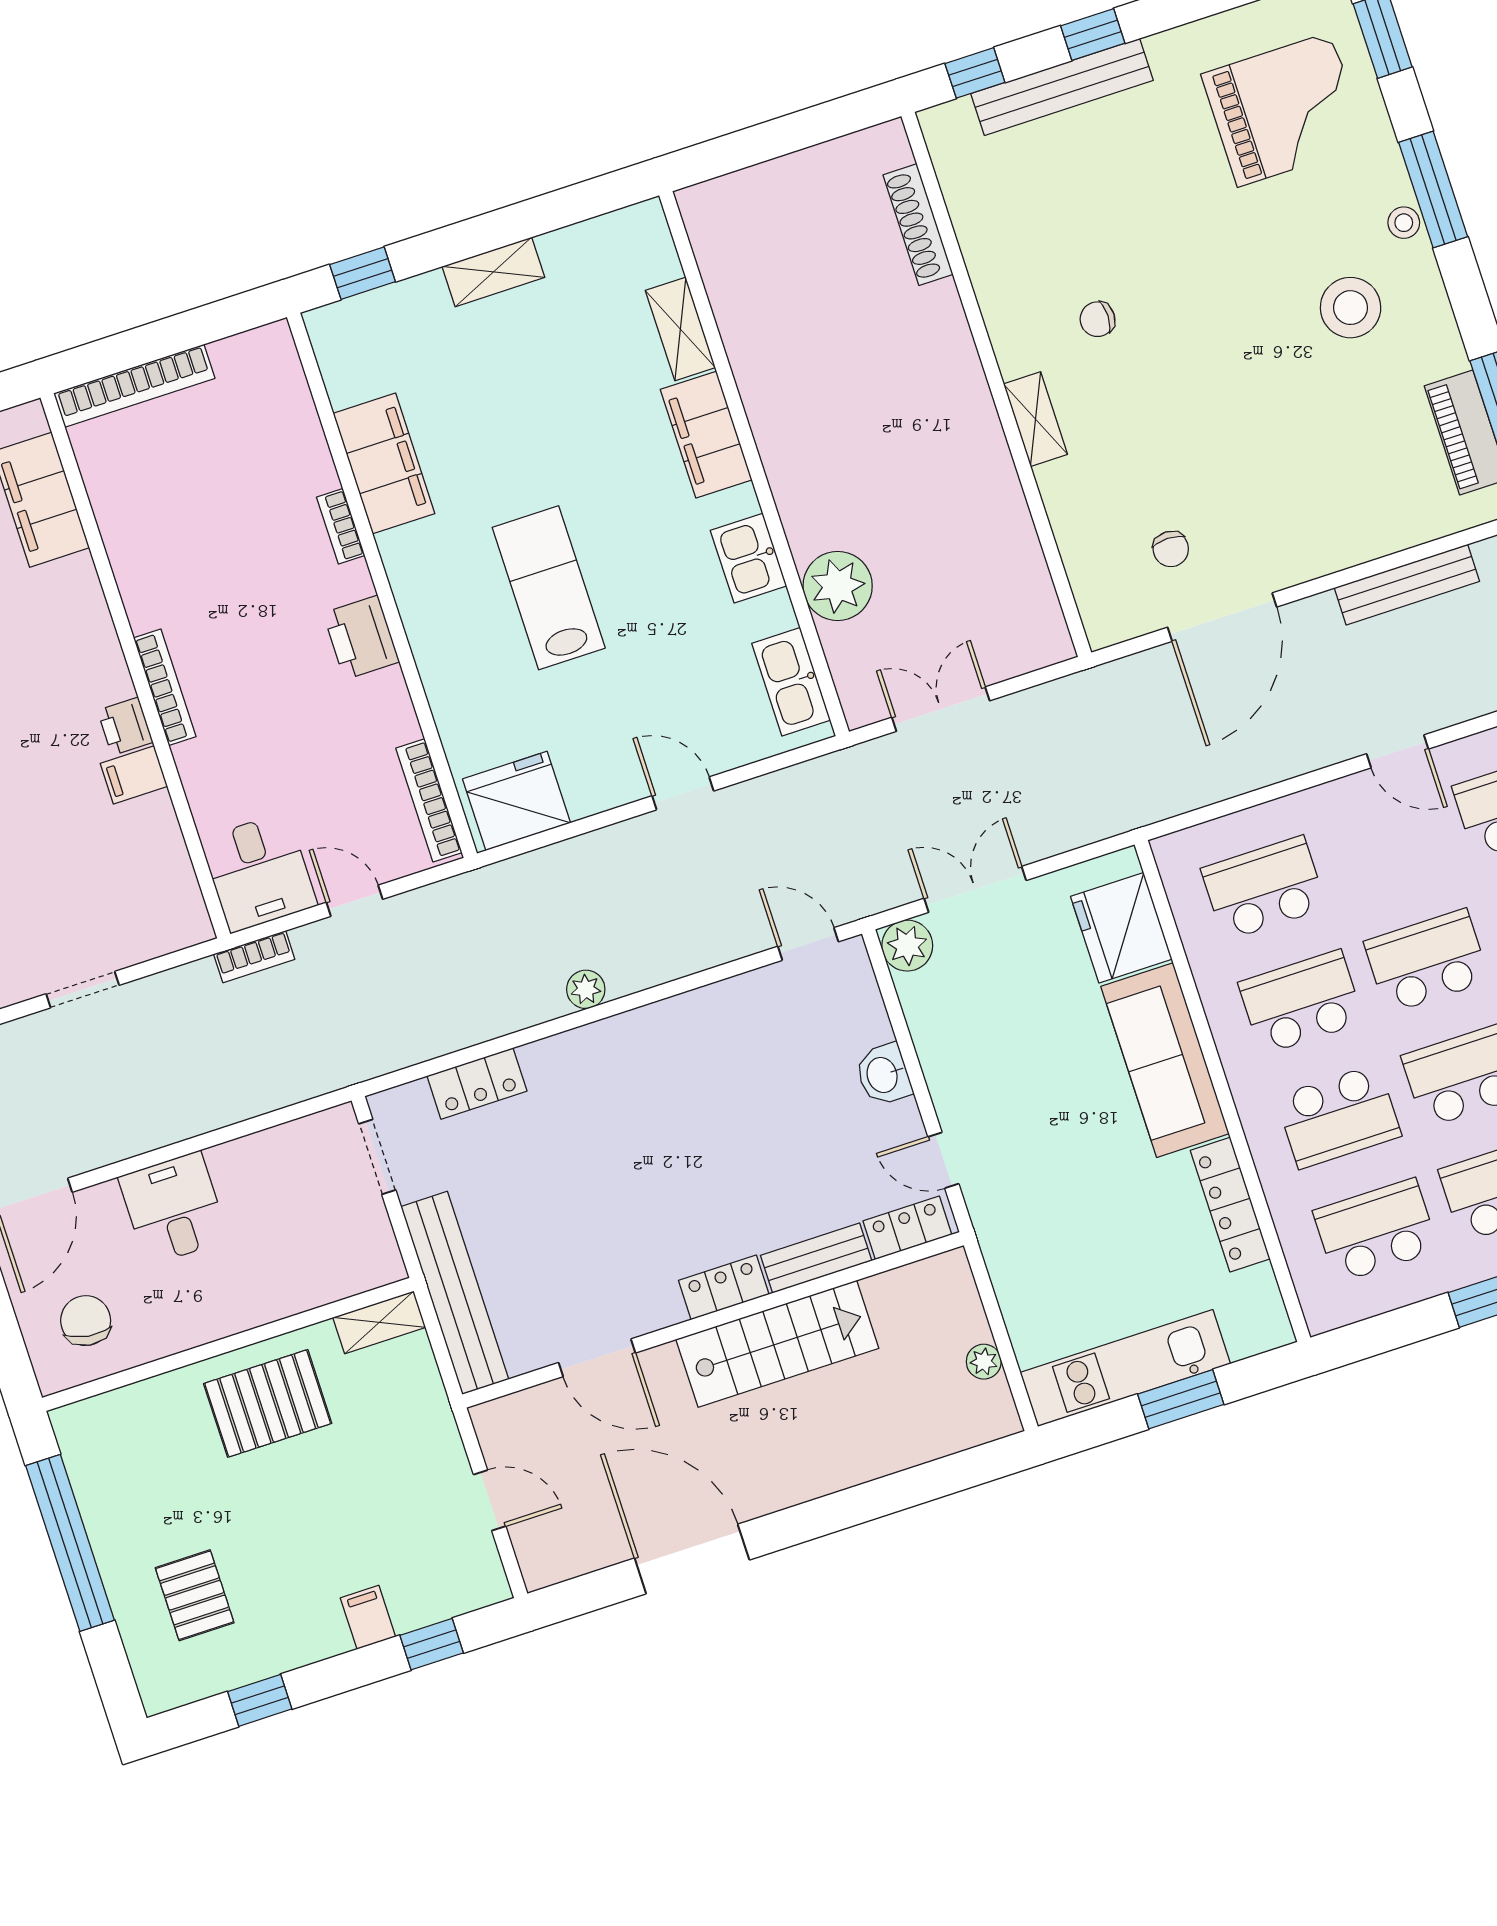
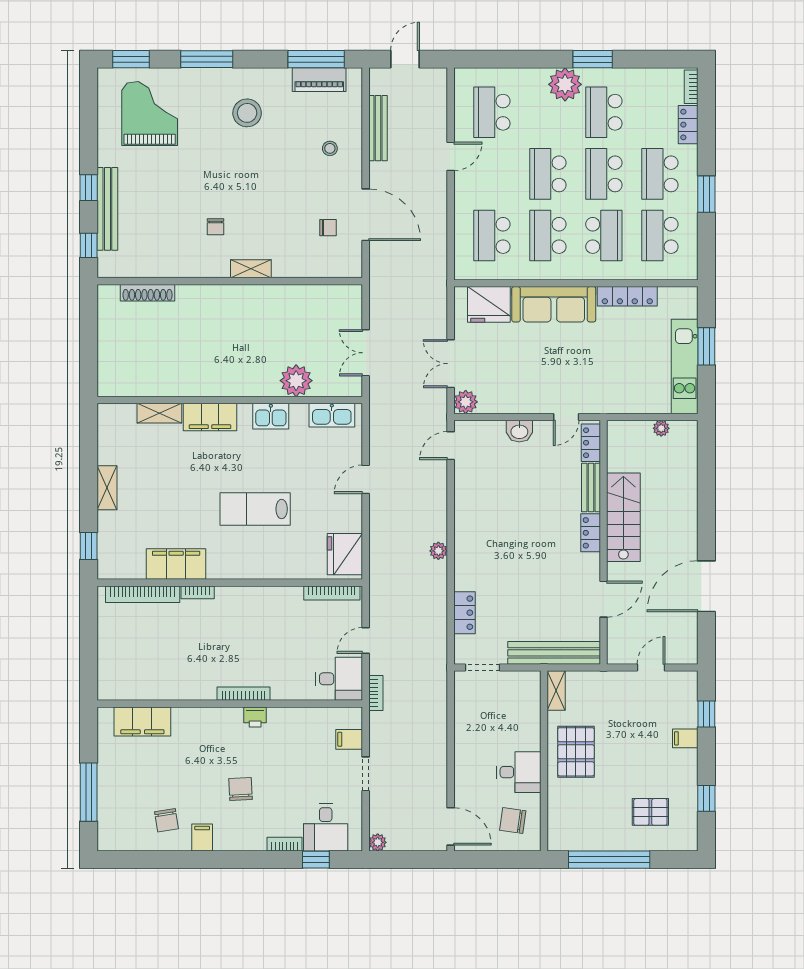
stool: (1404, 223) -> (330, 148), moved
bookcase: (134, 386) -> (143, 594), moved, turned 90
printer: (361, 637) -> (250, 599), removed
filing cabinet: (134, 775) -> (349, 739), moved, turned 90
desk: (174, 1208) -> (519, 772), moved, turned 180

